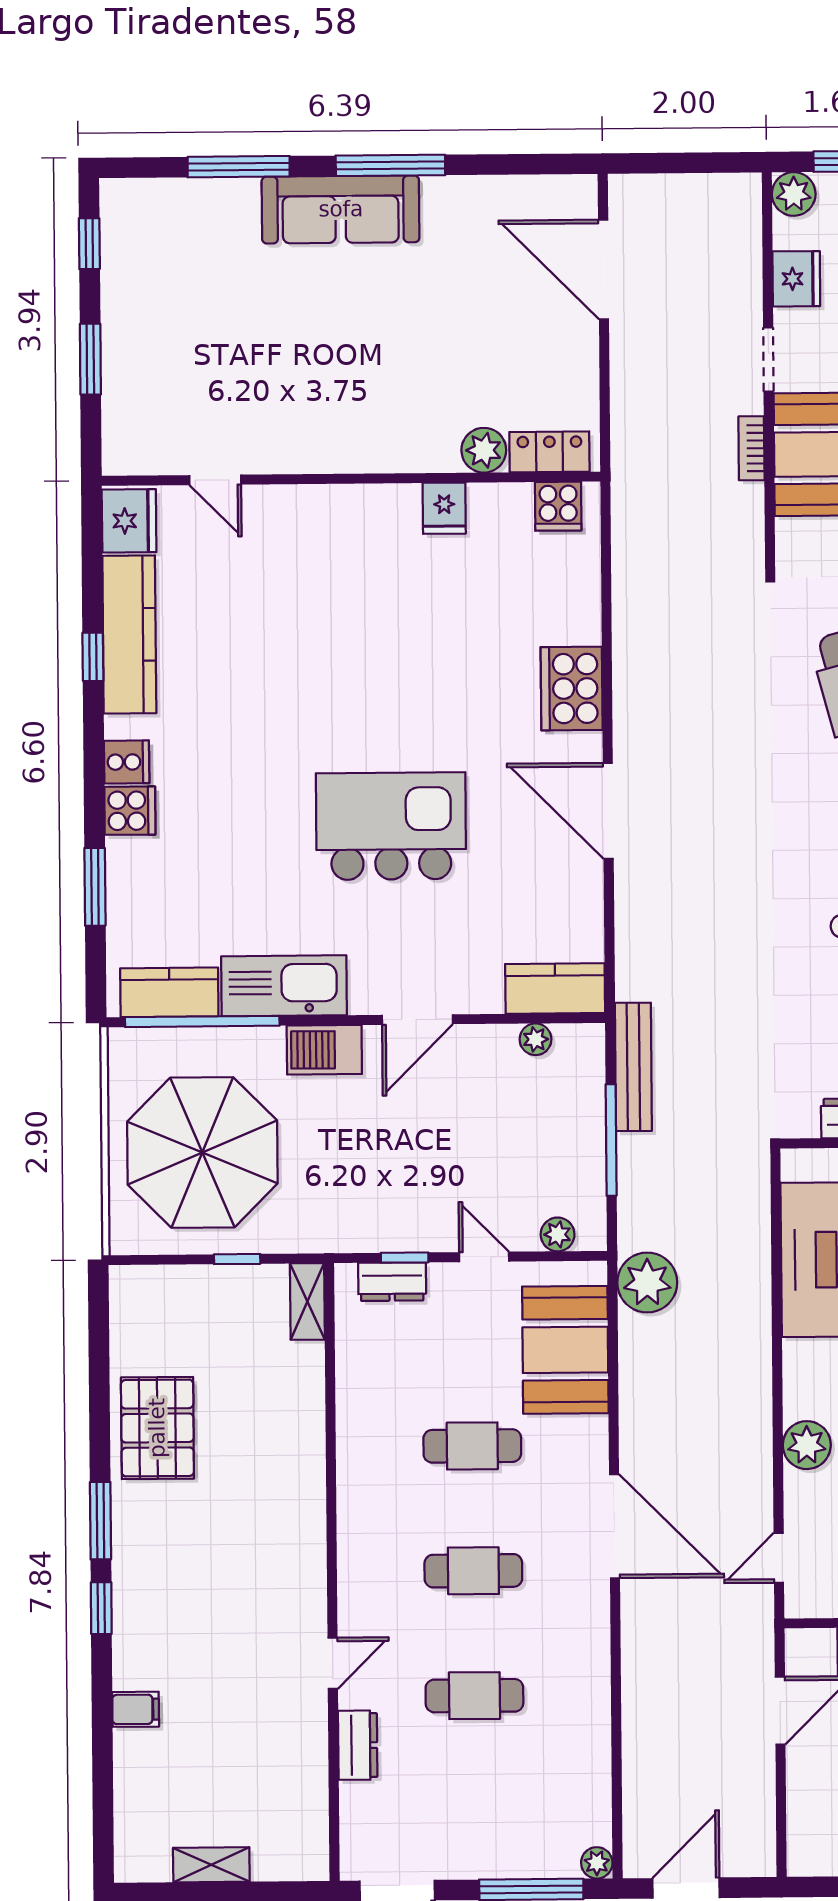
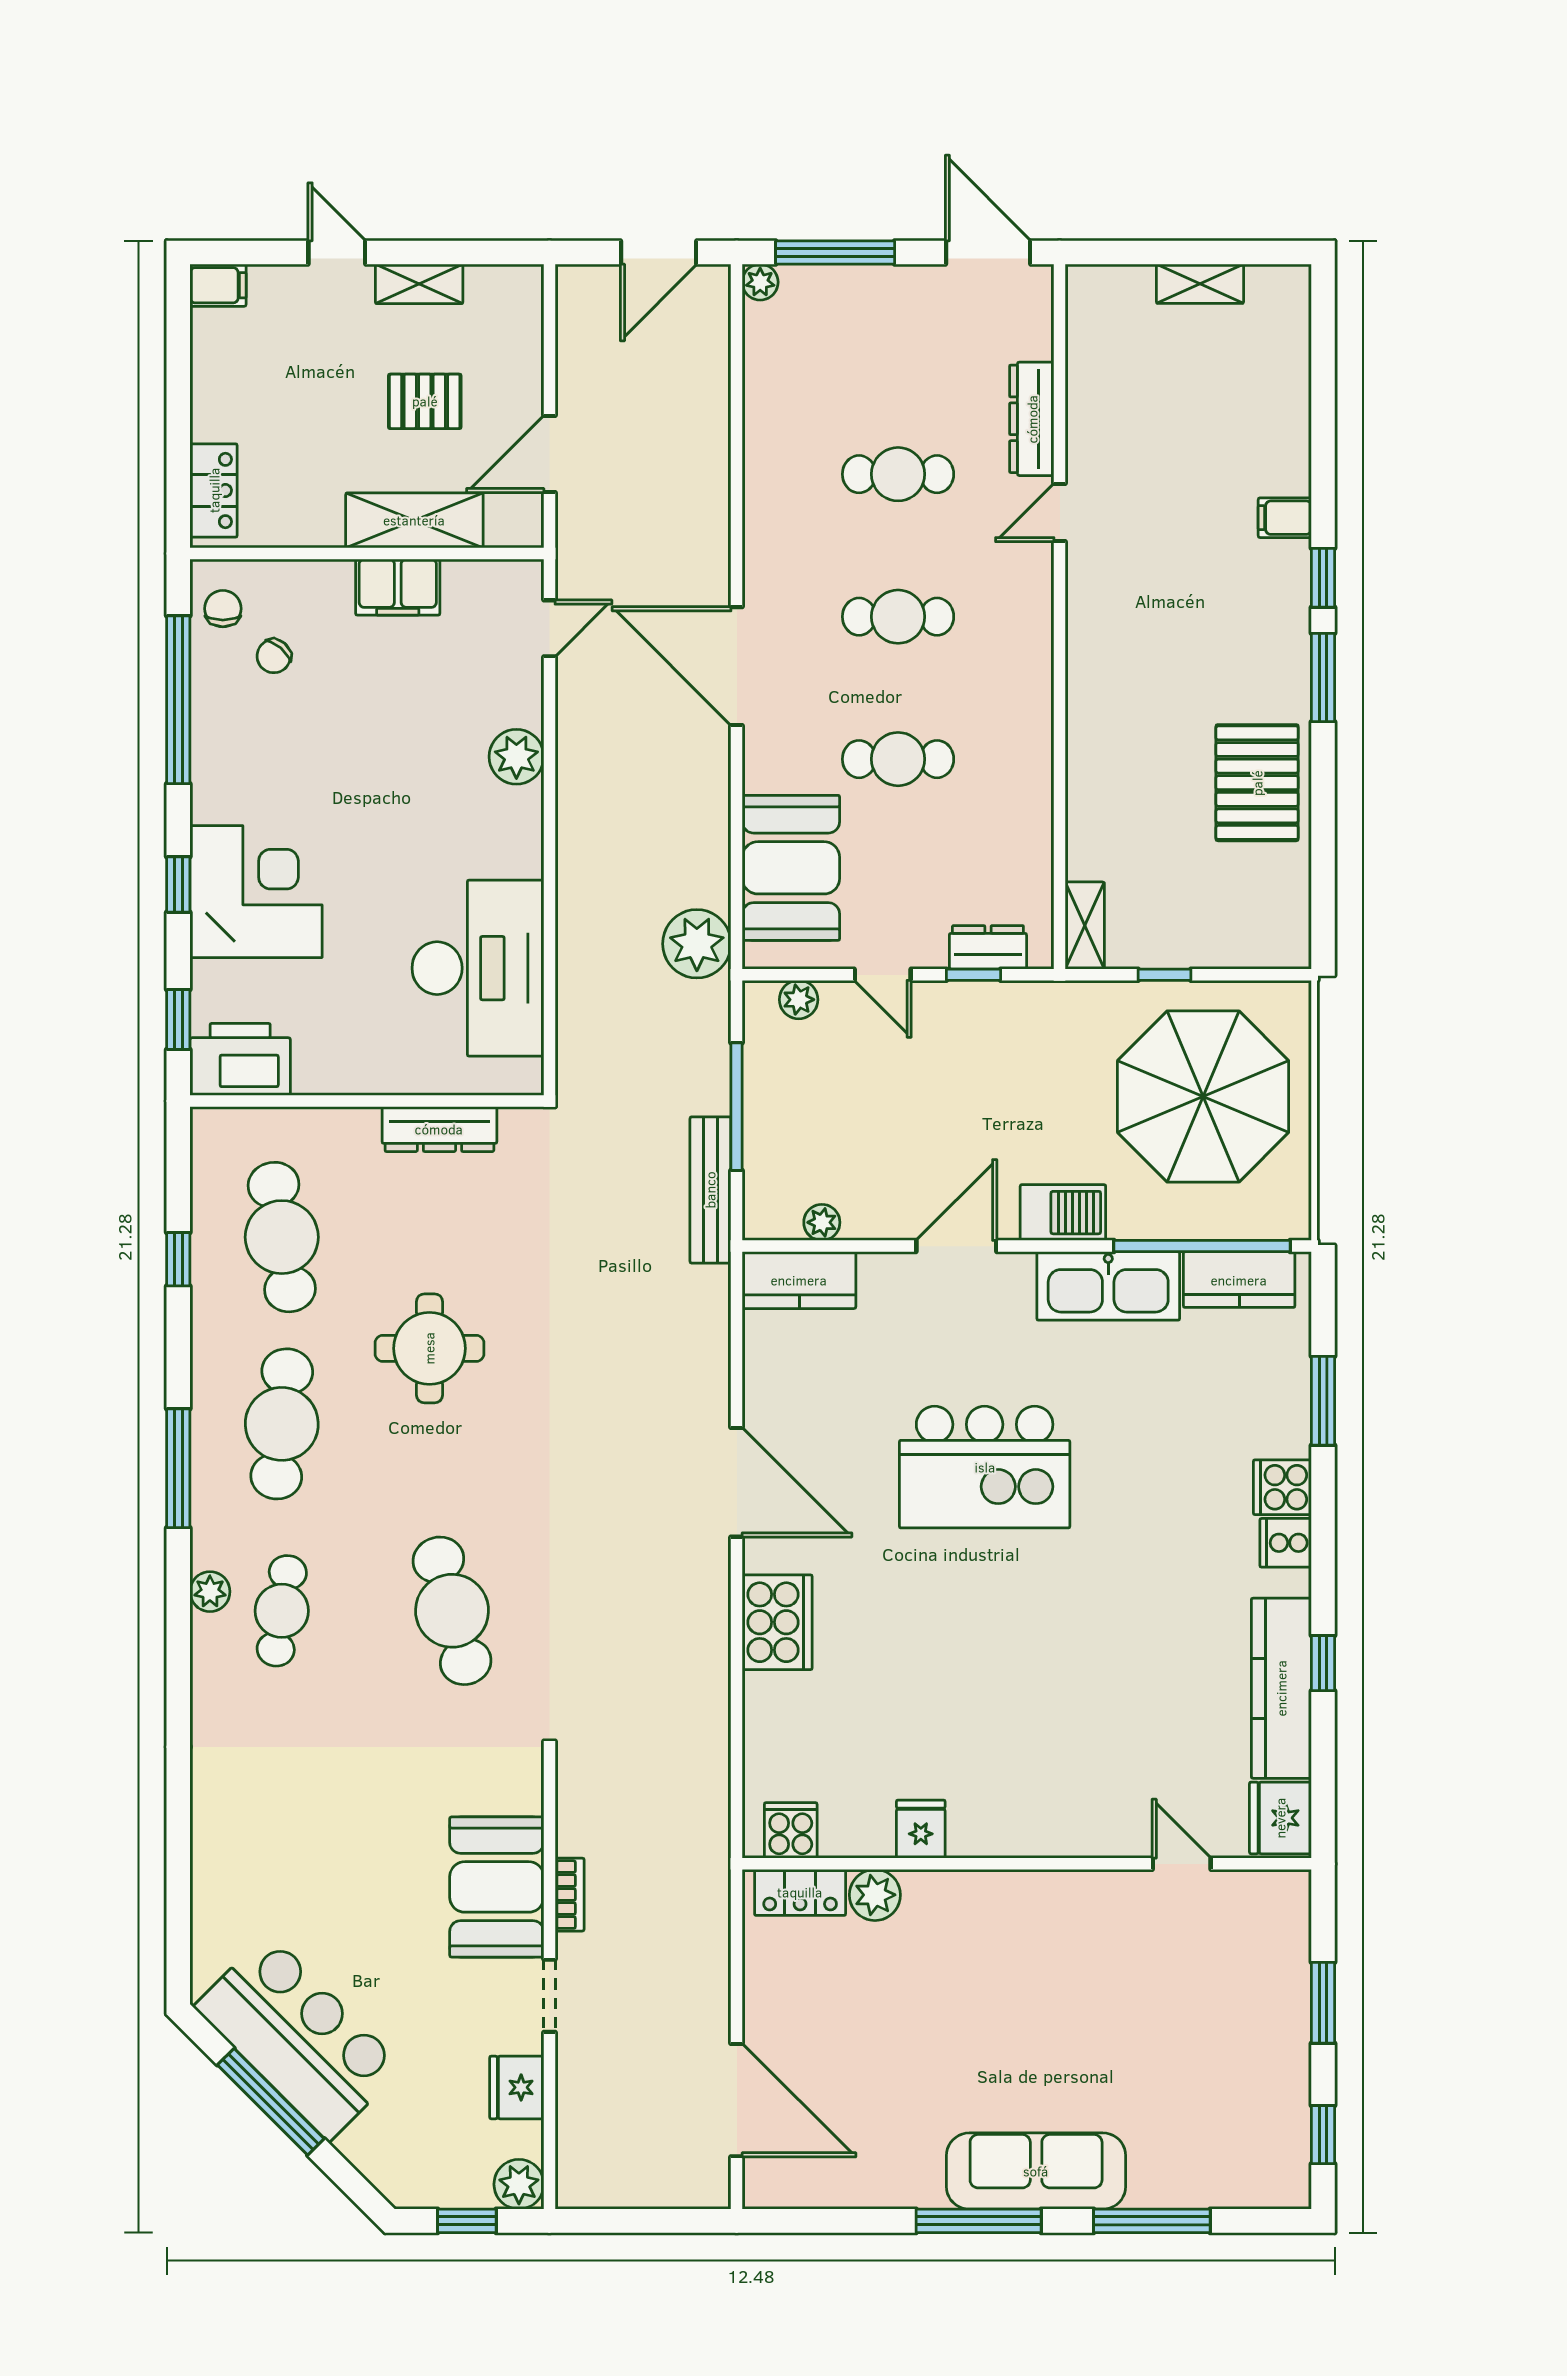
filing cabinet: (136, 1709) -> (1285, 518), moved
dresser: (358, 1745) -> (1032, 419), width x1.44

